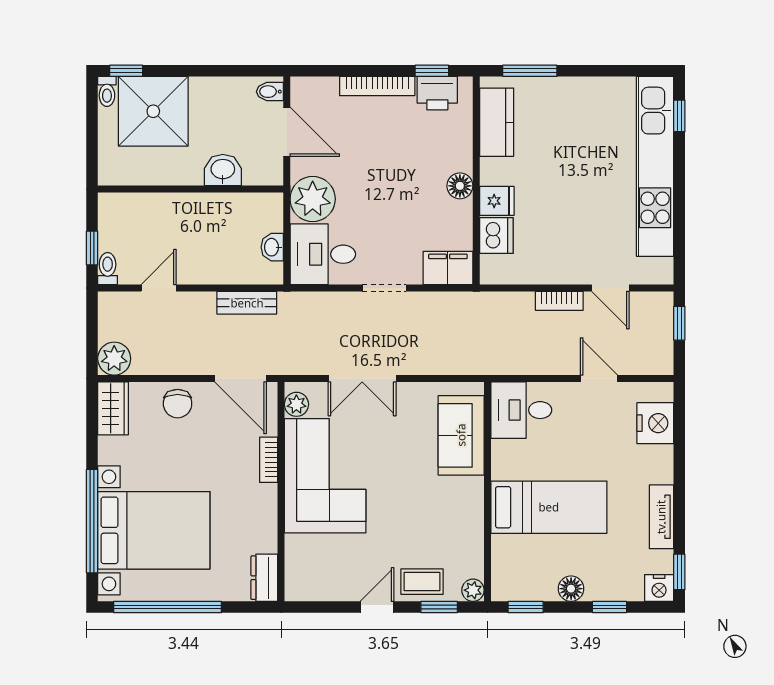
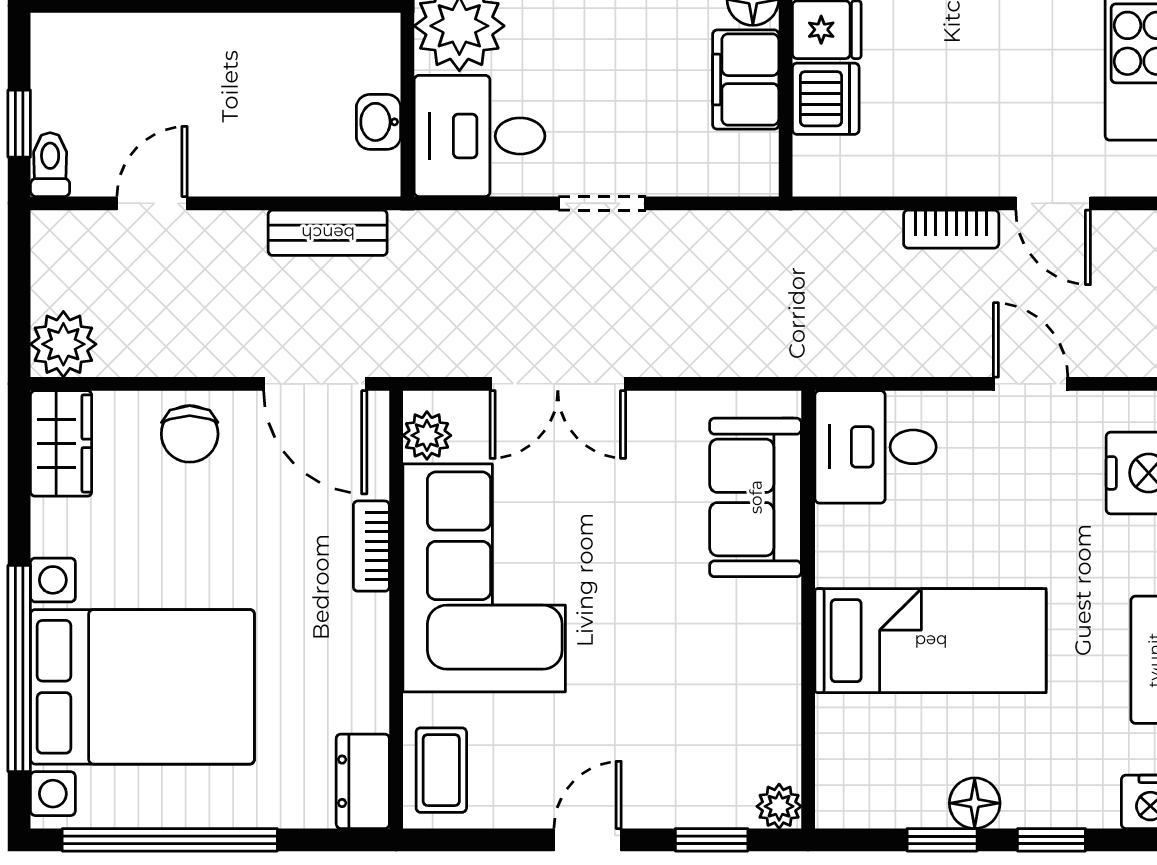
filing cabinet: (448, 268) -> (746, 80), moved, turned -90
coffee table: (422, 582) -> (441, 770), moved, turned 90
window: (526, 607) -> (942, 840), moved

